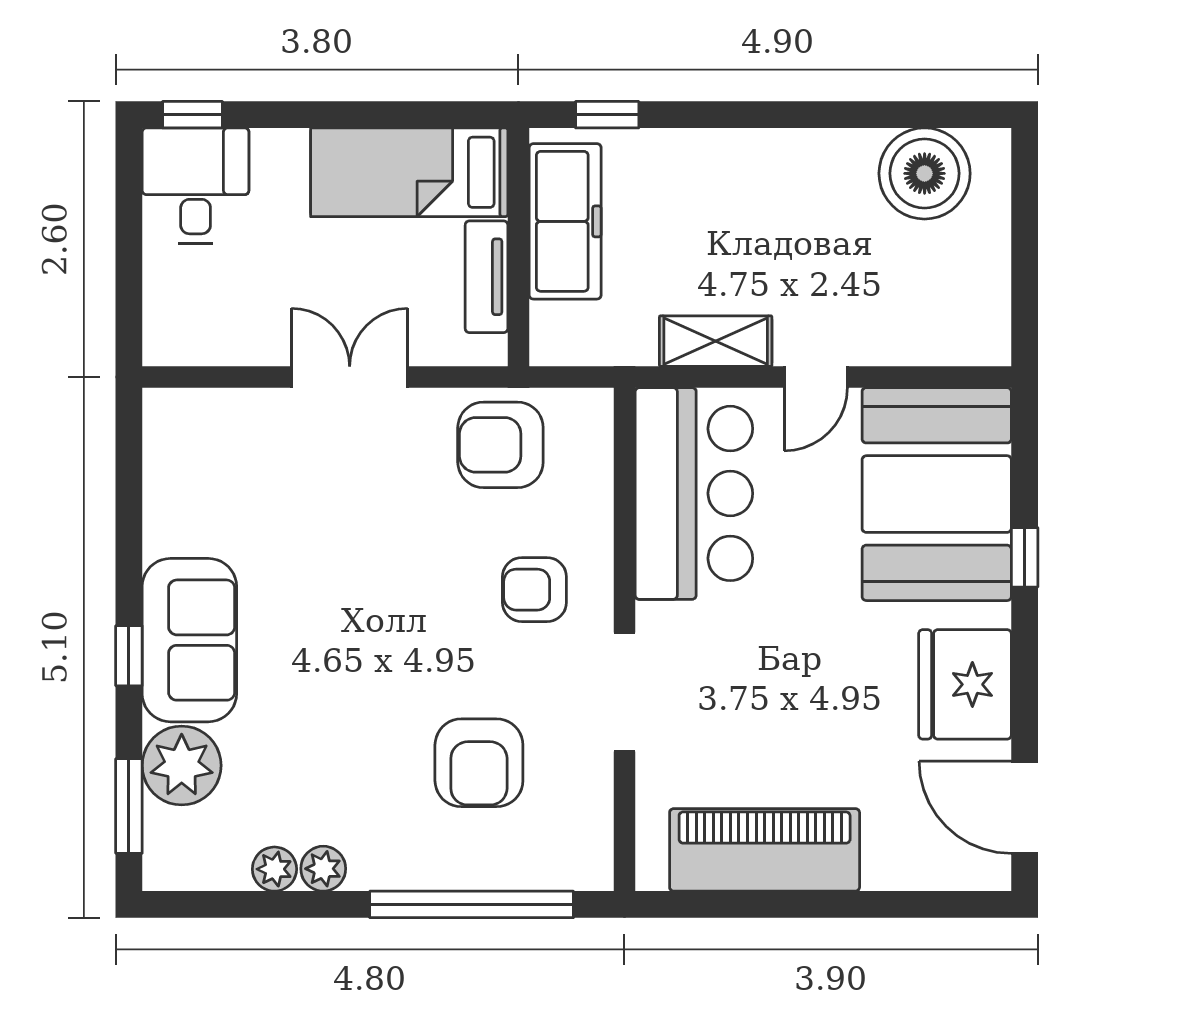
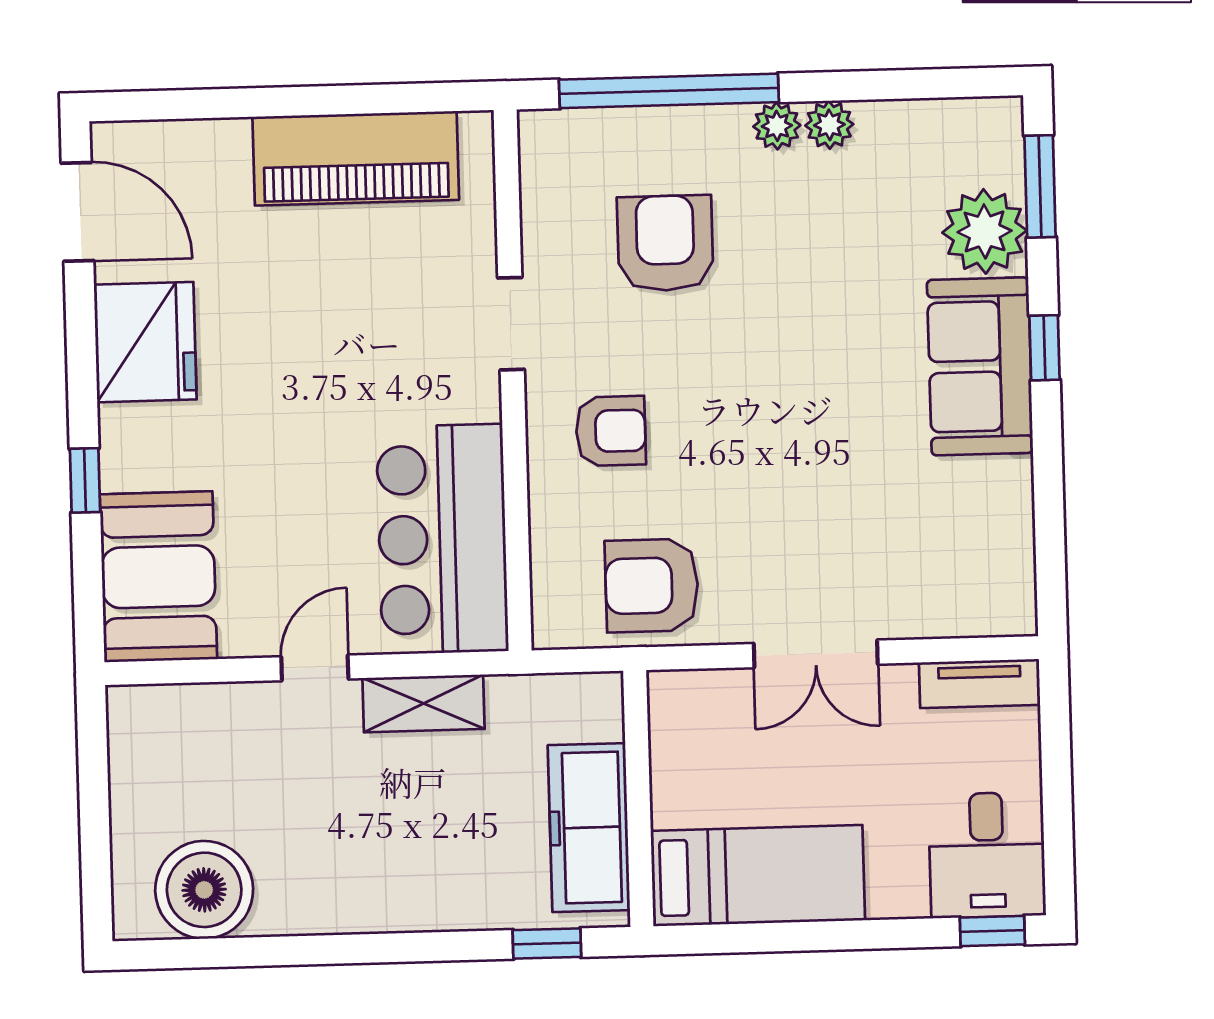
tv unit: (487, 277) -> (980, 684), moved, turned 90
armchair: (500, 445) -> (652, 585), turned 180
booth: (937, 494) -> (158, 577), width x0.73, depth x0.70
doorway: (624, 692) -> (511, 324), width x0.73
plant: (274, 869) -> (777, 126), moved

